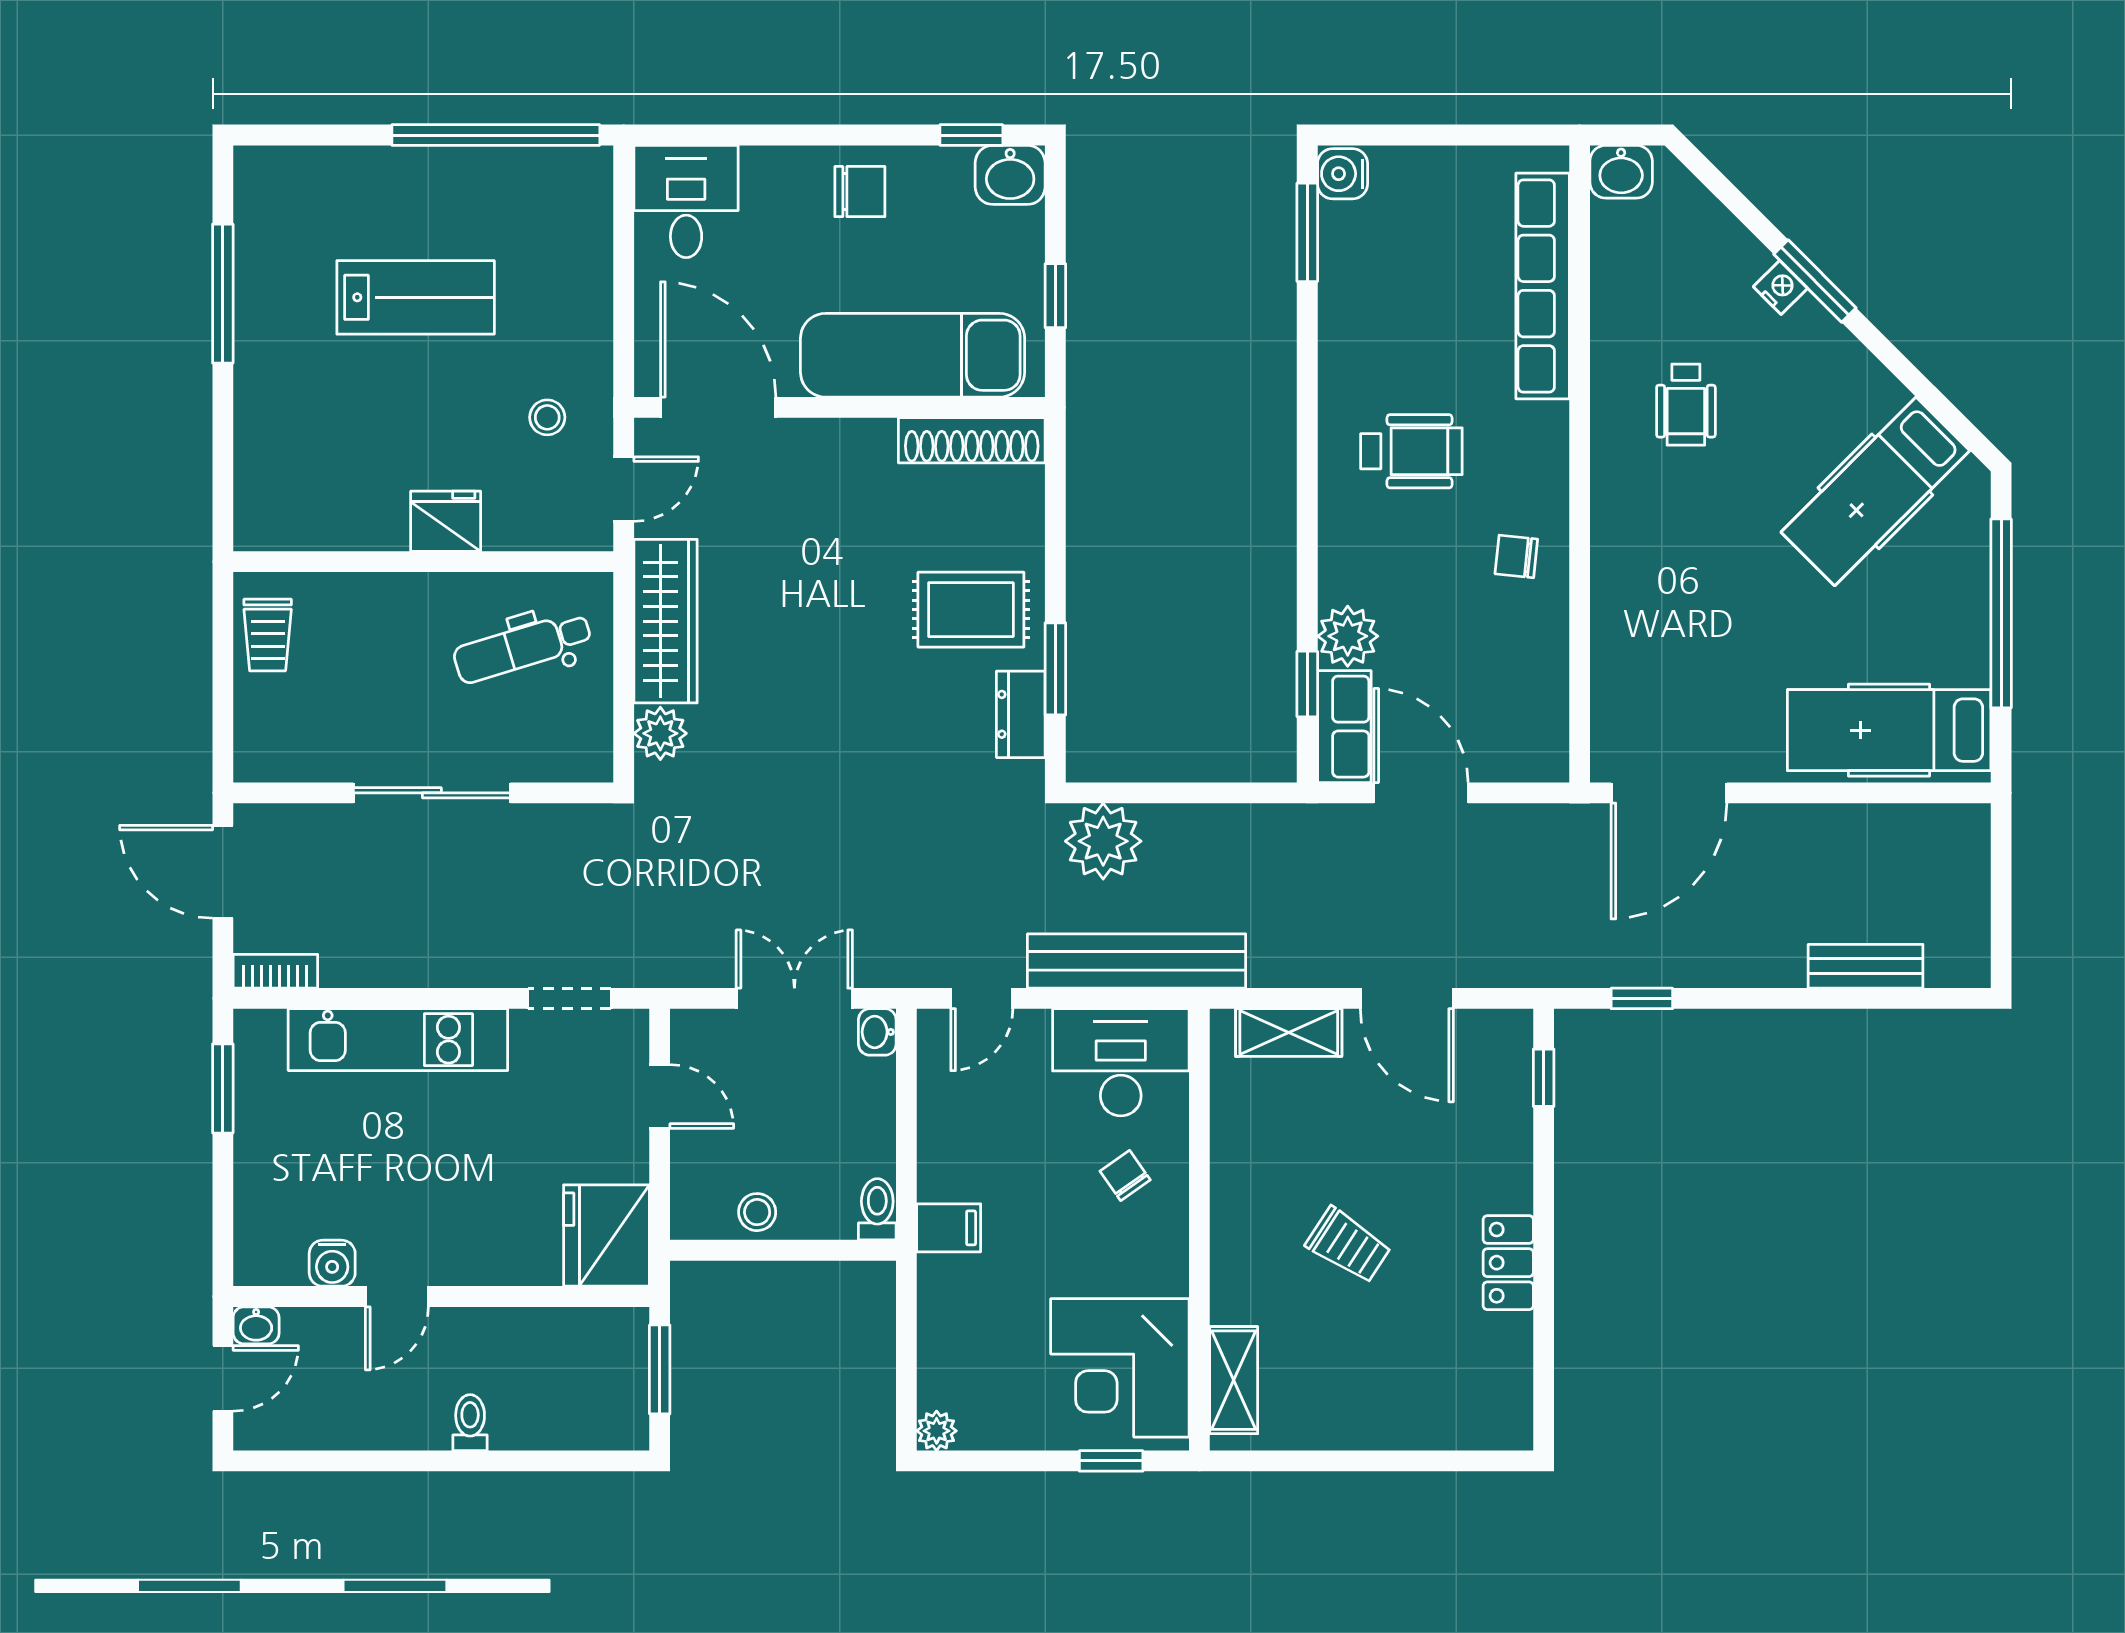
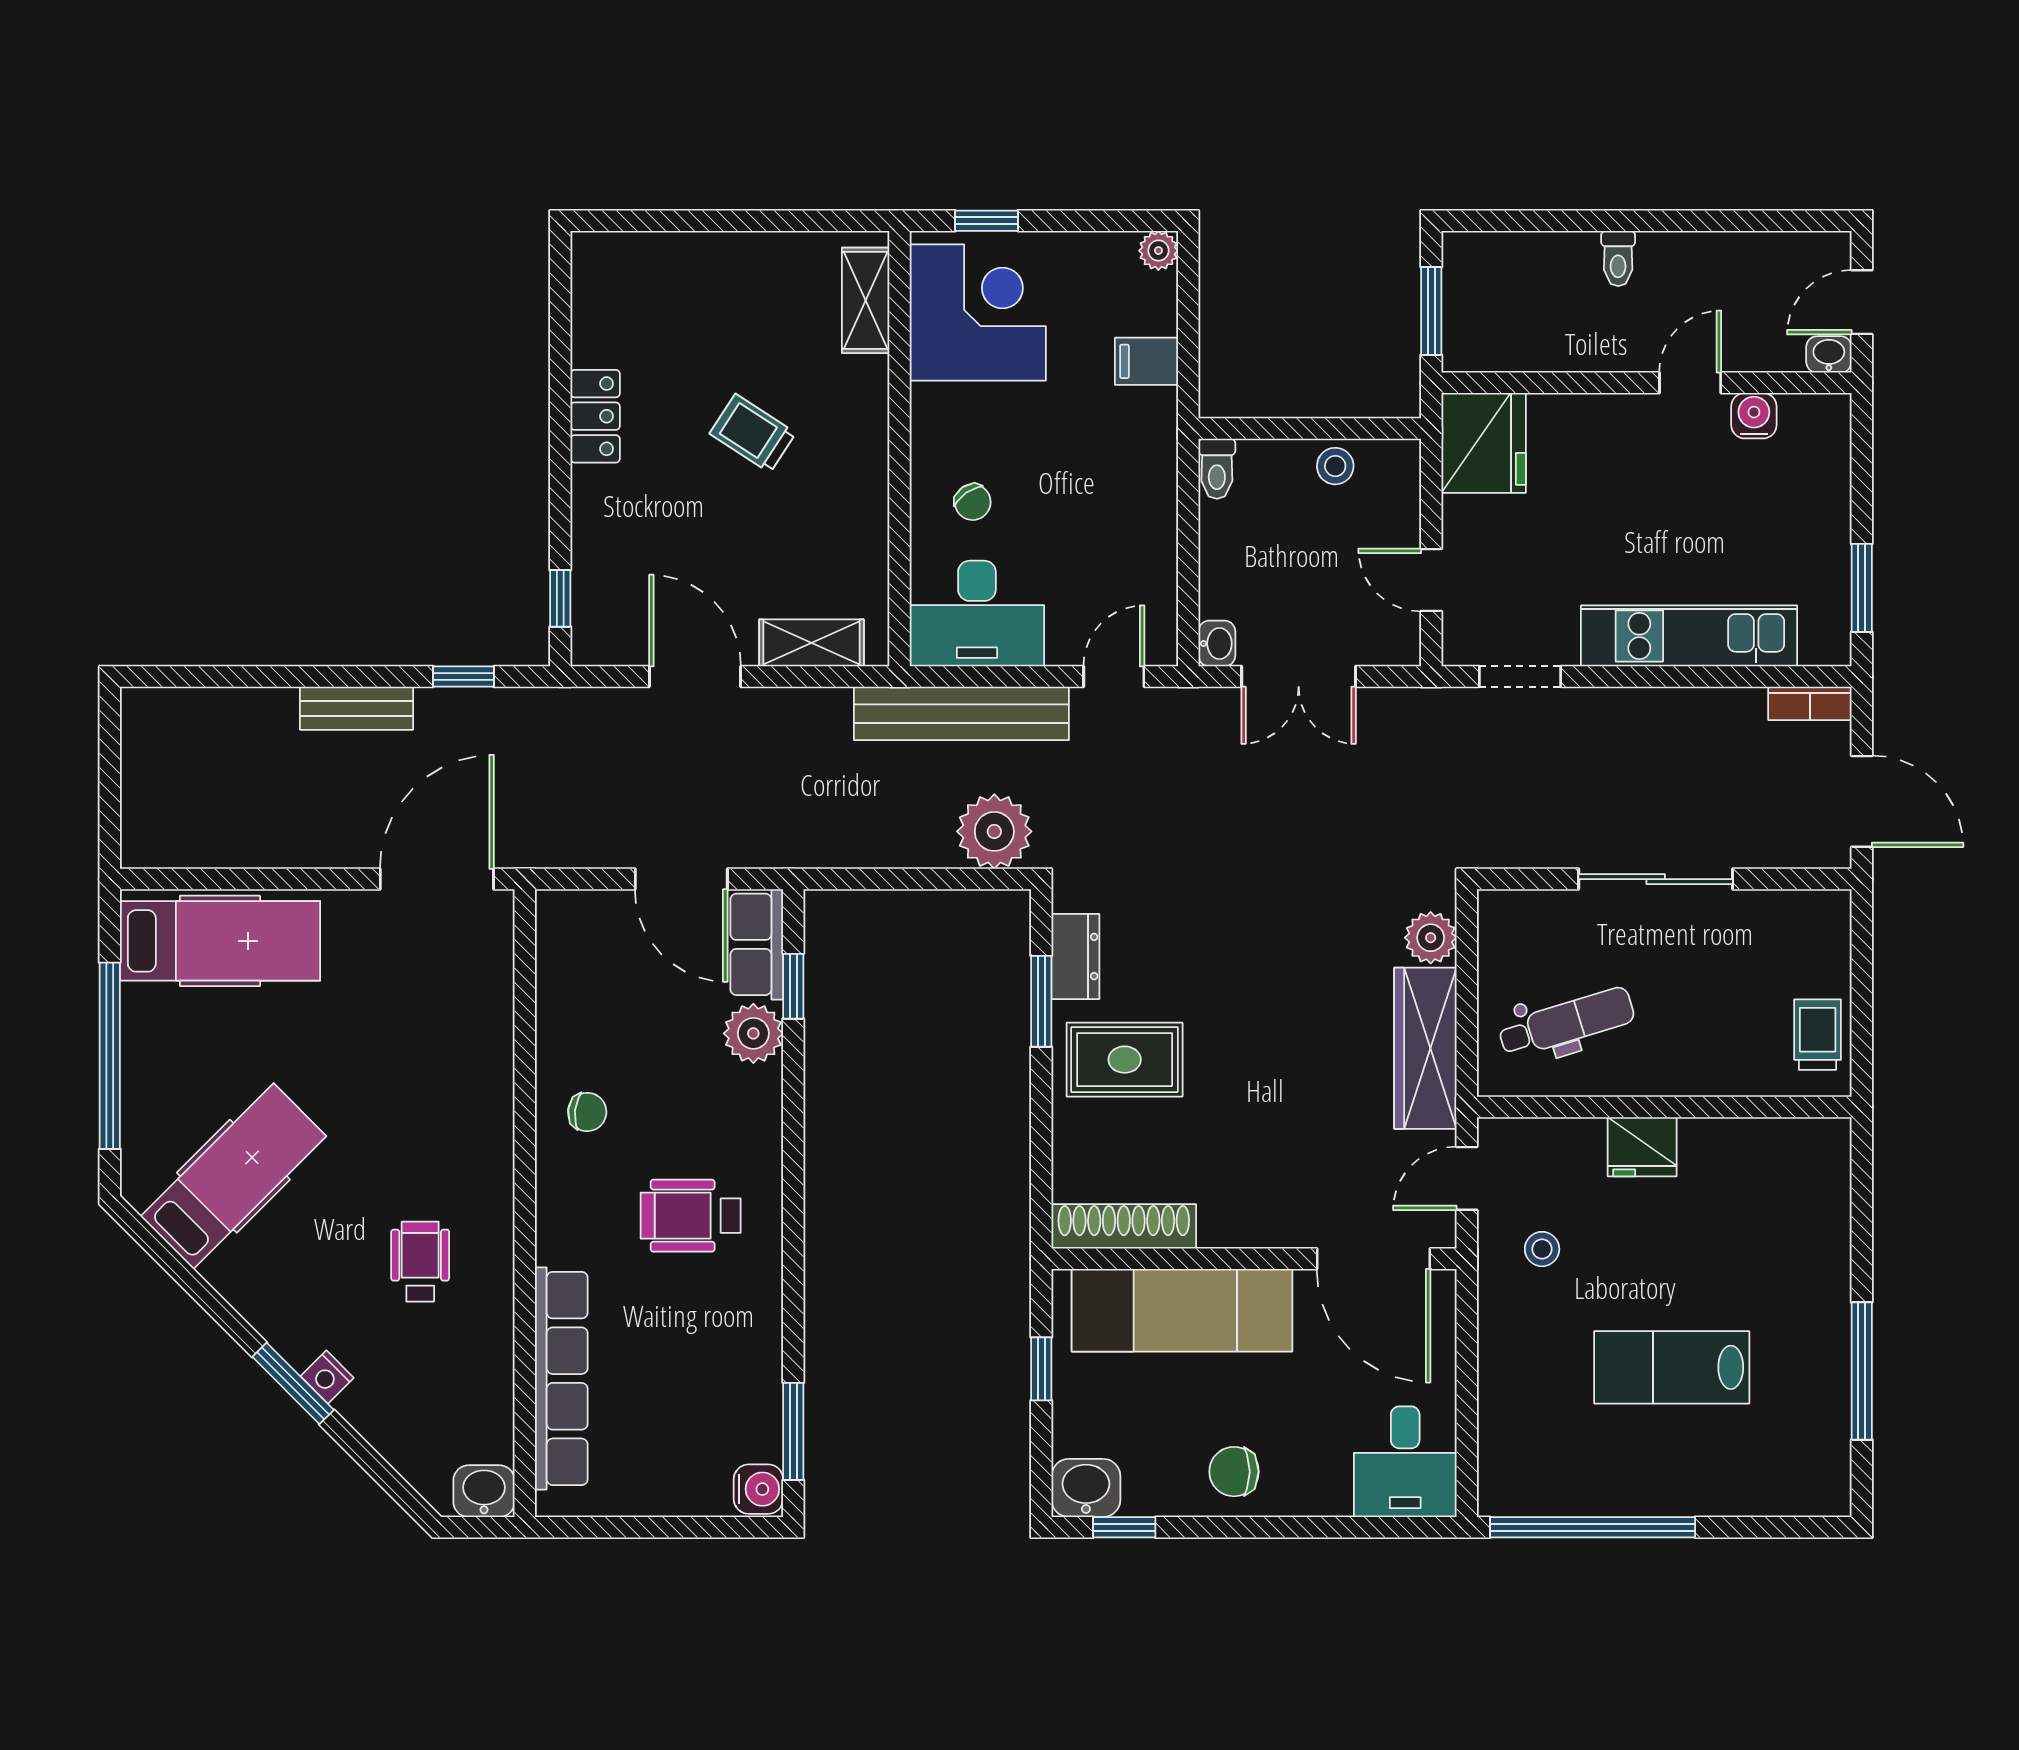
bench: (1866, 966) -> (356, 708), moved
filing cabinet: (949, 1228) -> (1147, 361), moved

